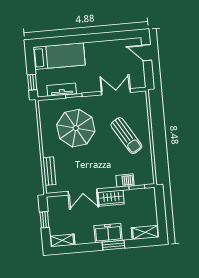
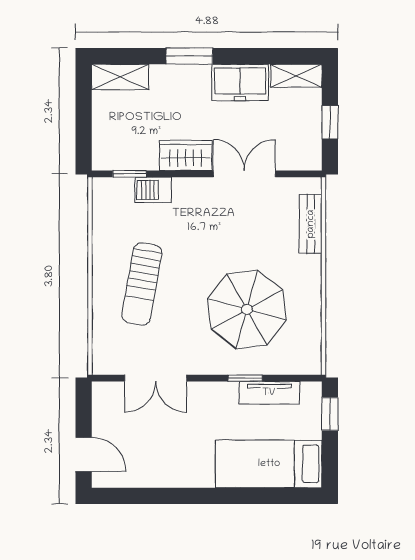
sun lounger: (126, 136) -> (142, 284), turned -139
freezer: (108, 233) -> (240, 83), moved

